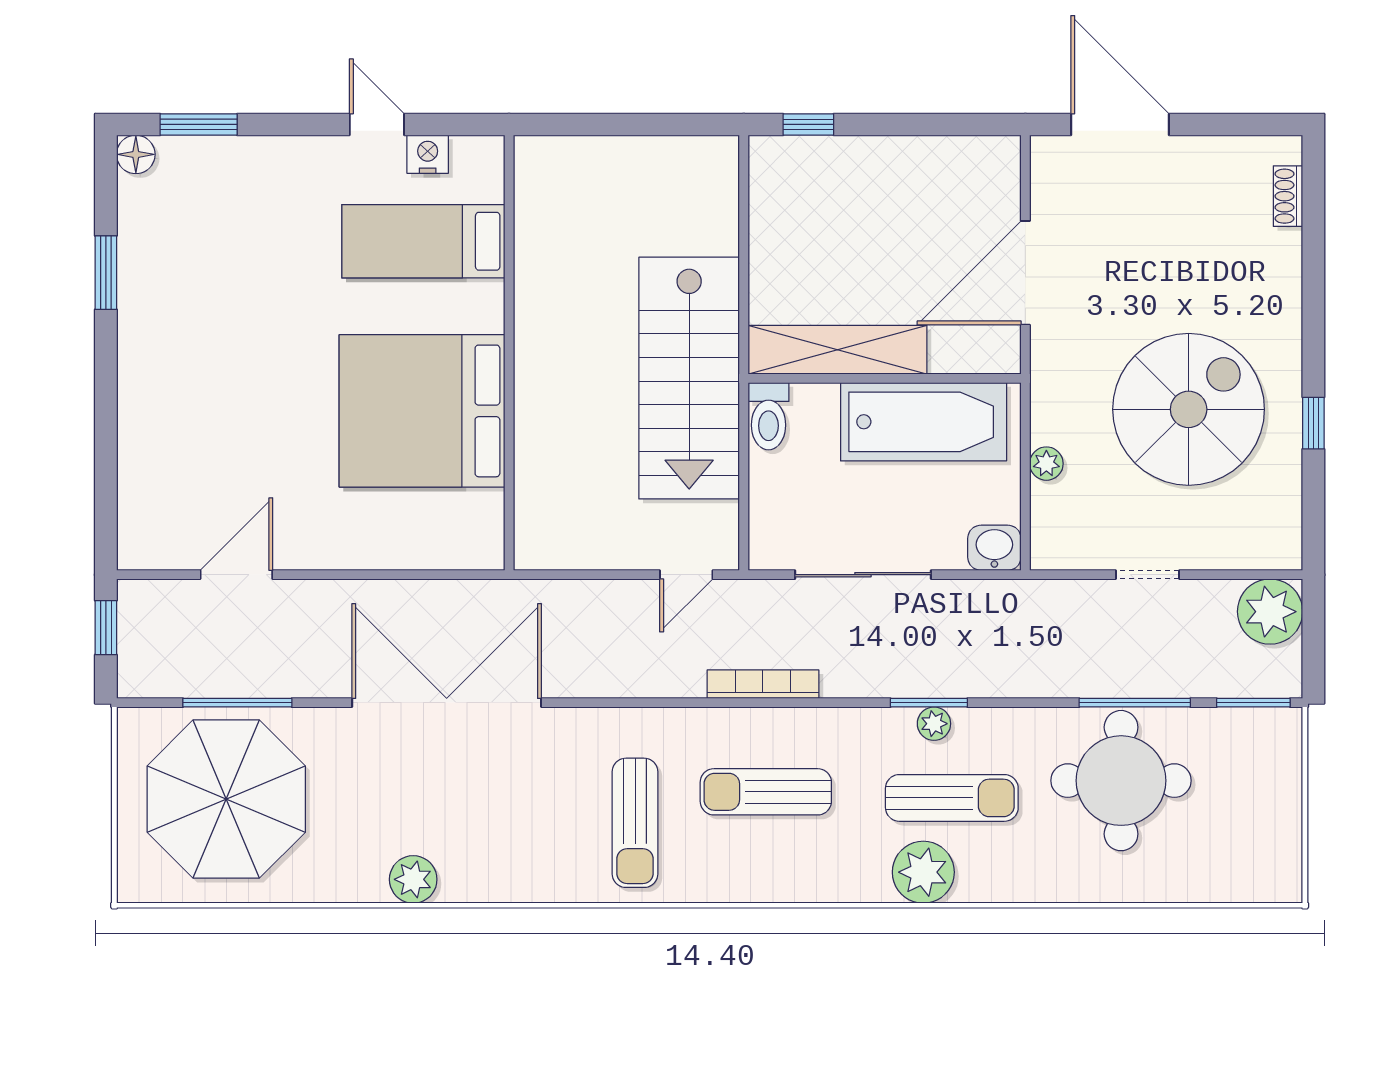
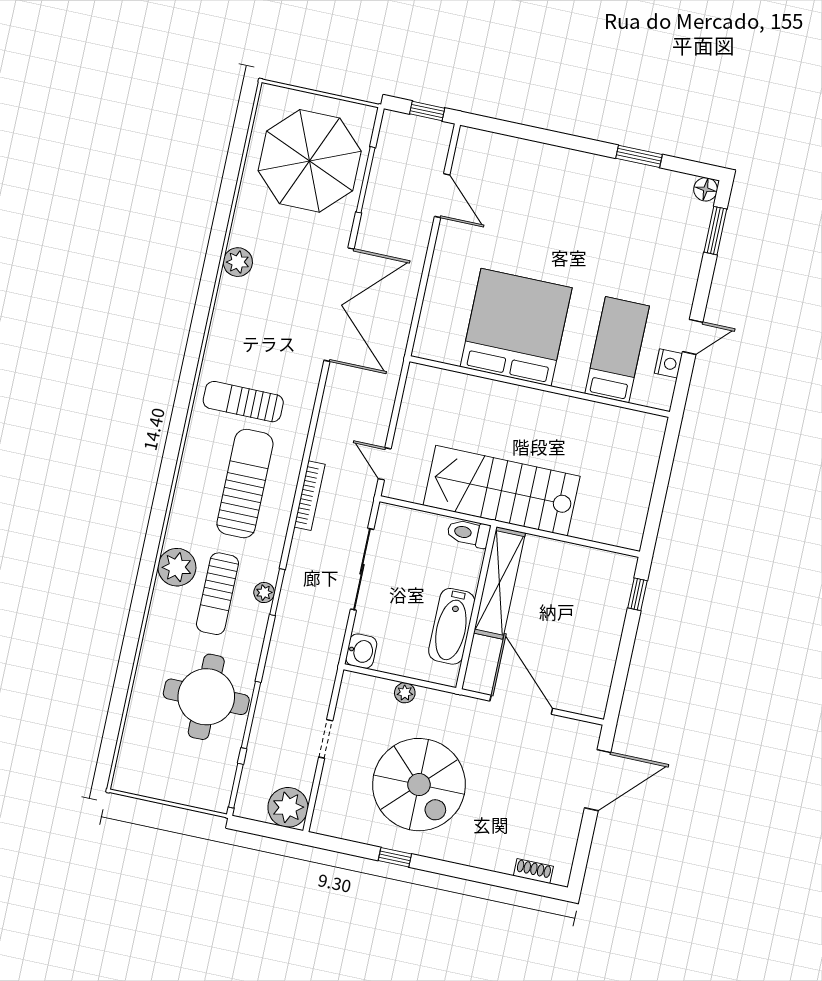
bathtub: (924, 422) -> (452, 626), width x0.73, depth x0.73
sun lounger: (766, 792) -> (245, 484), width x1.36, depth x1.34

